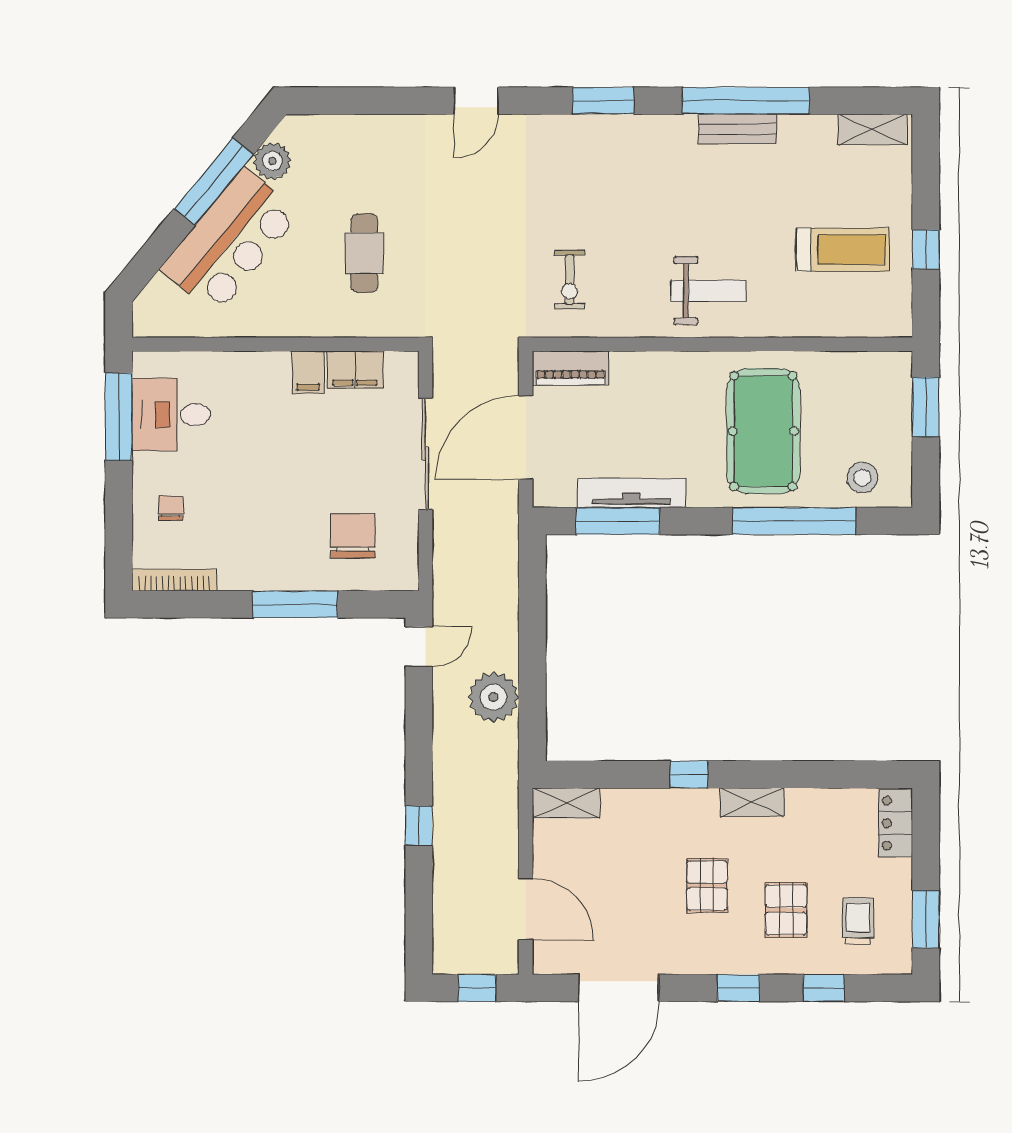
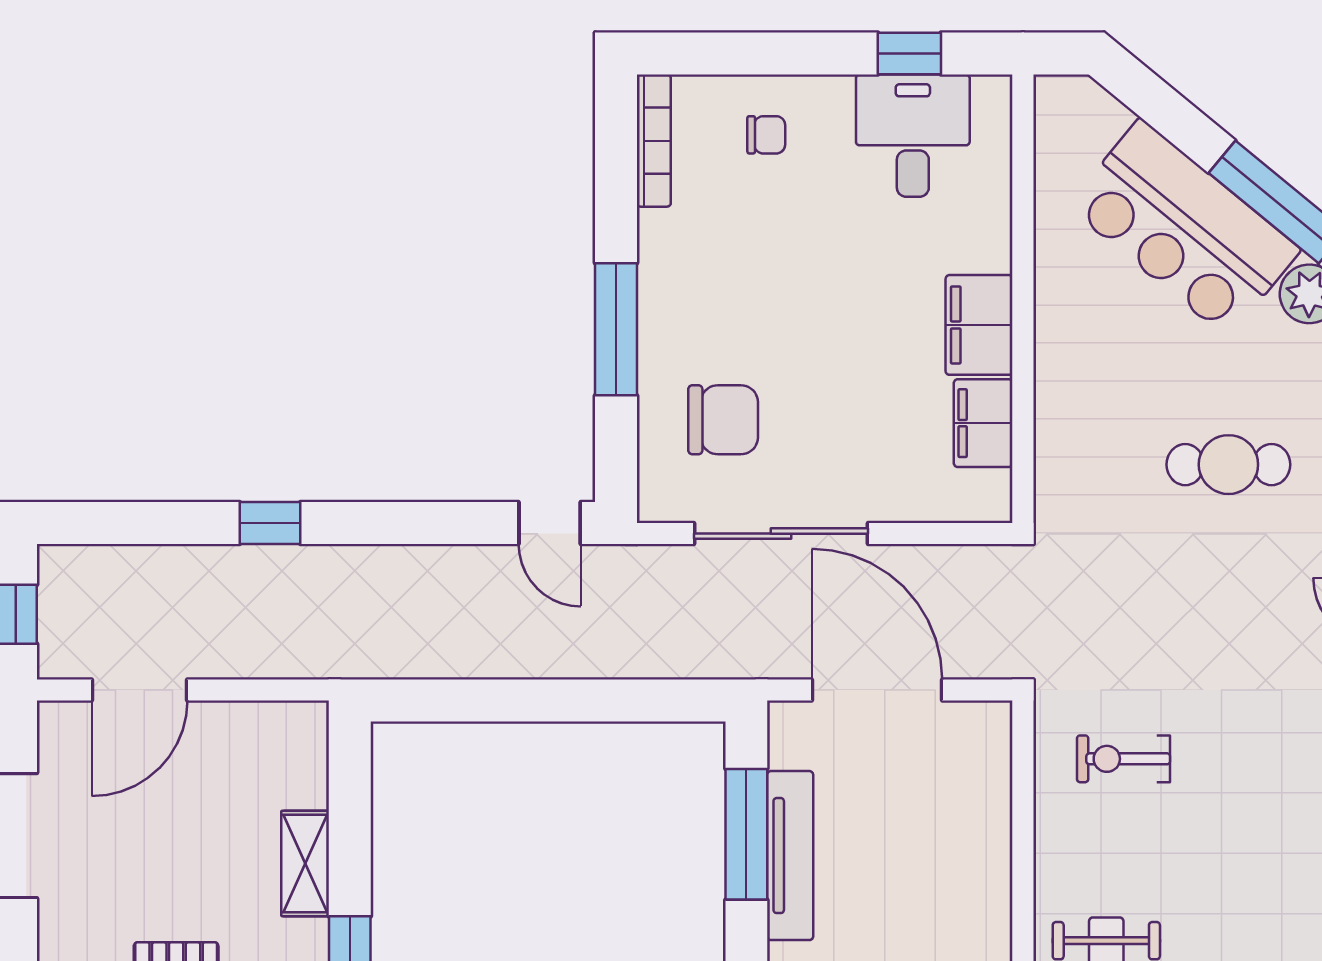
cafe table: (364, 253) -> (1228, 465), moved
piano: (571, 368) -> (986, 760), removed
filing cabinet: (308, 372) -> (979, 325), width x2.00
window: (119, 417) -> (909, 54), width x0.46
sliding door: (426, 454) -> (781, 534), moved
plant: (494, 697) -> (471, 640), removed
shelving: (566, 803) -> (305, 864), moved

